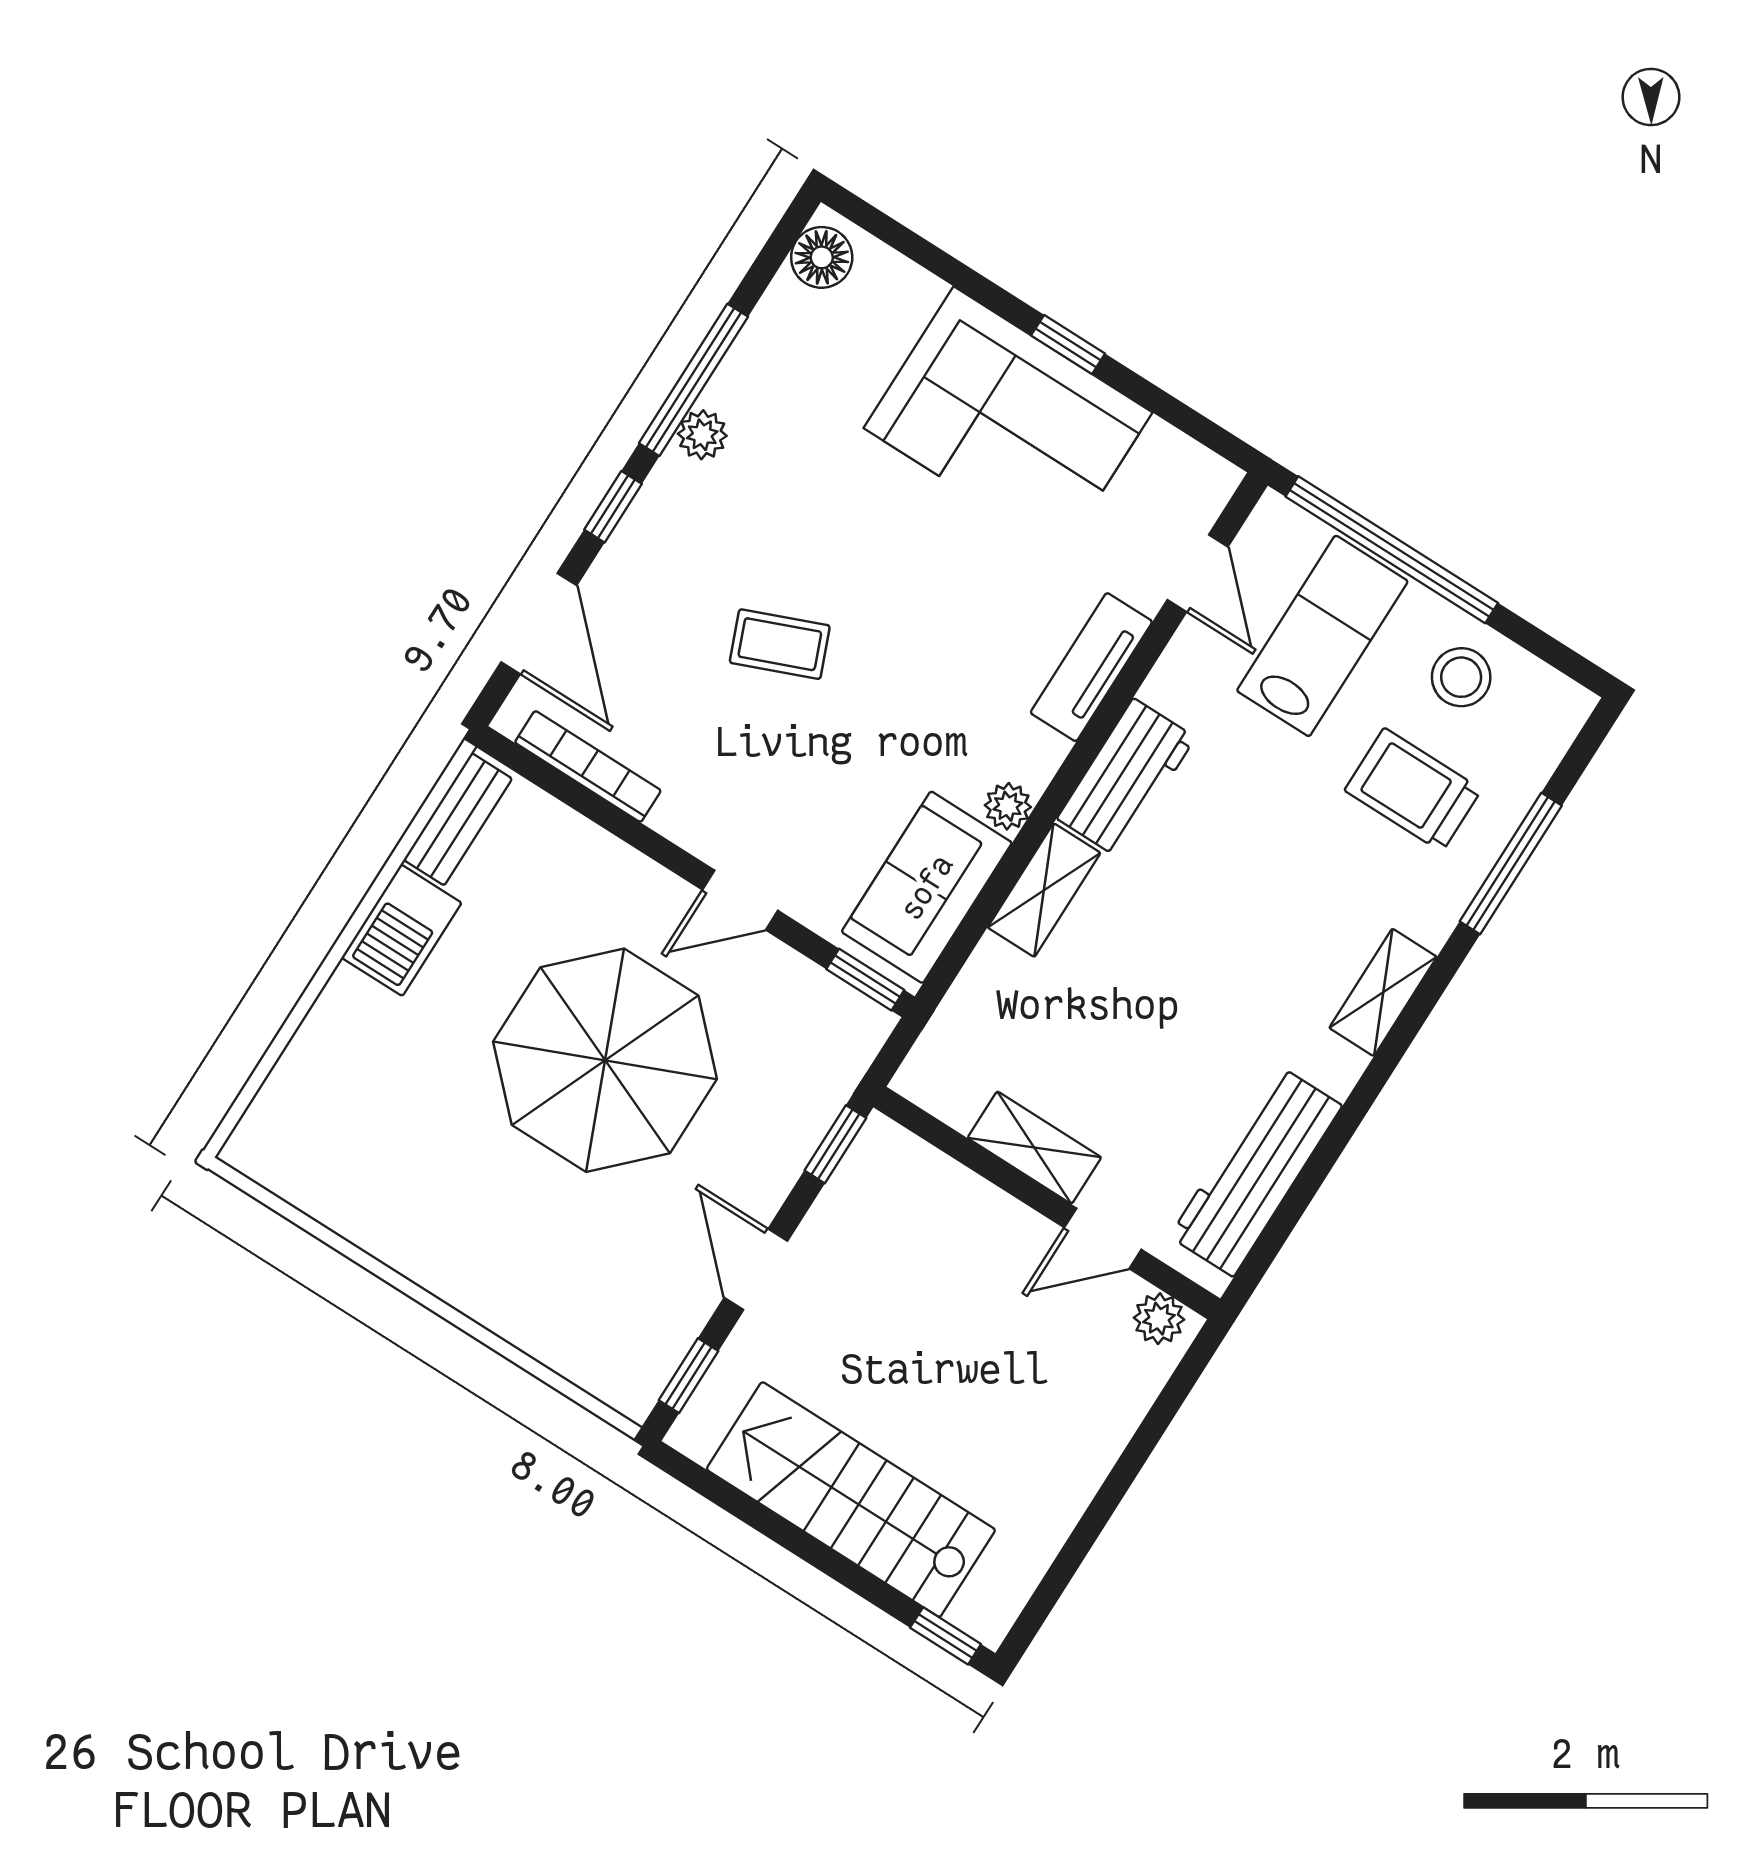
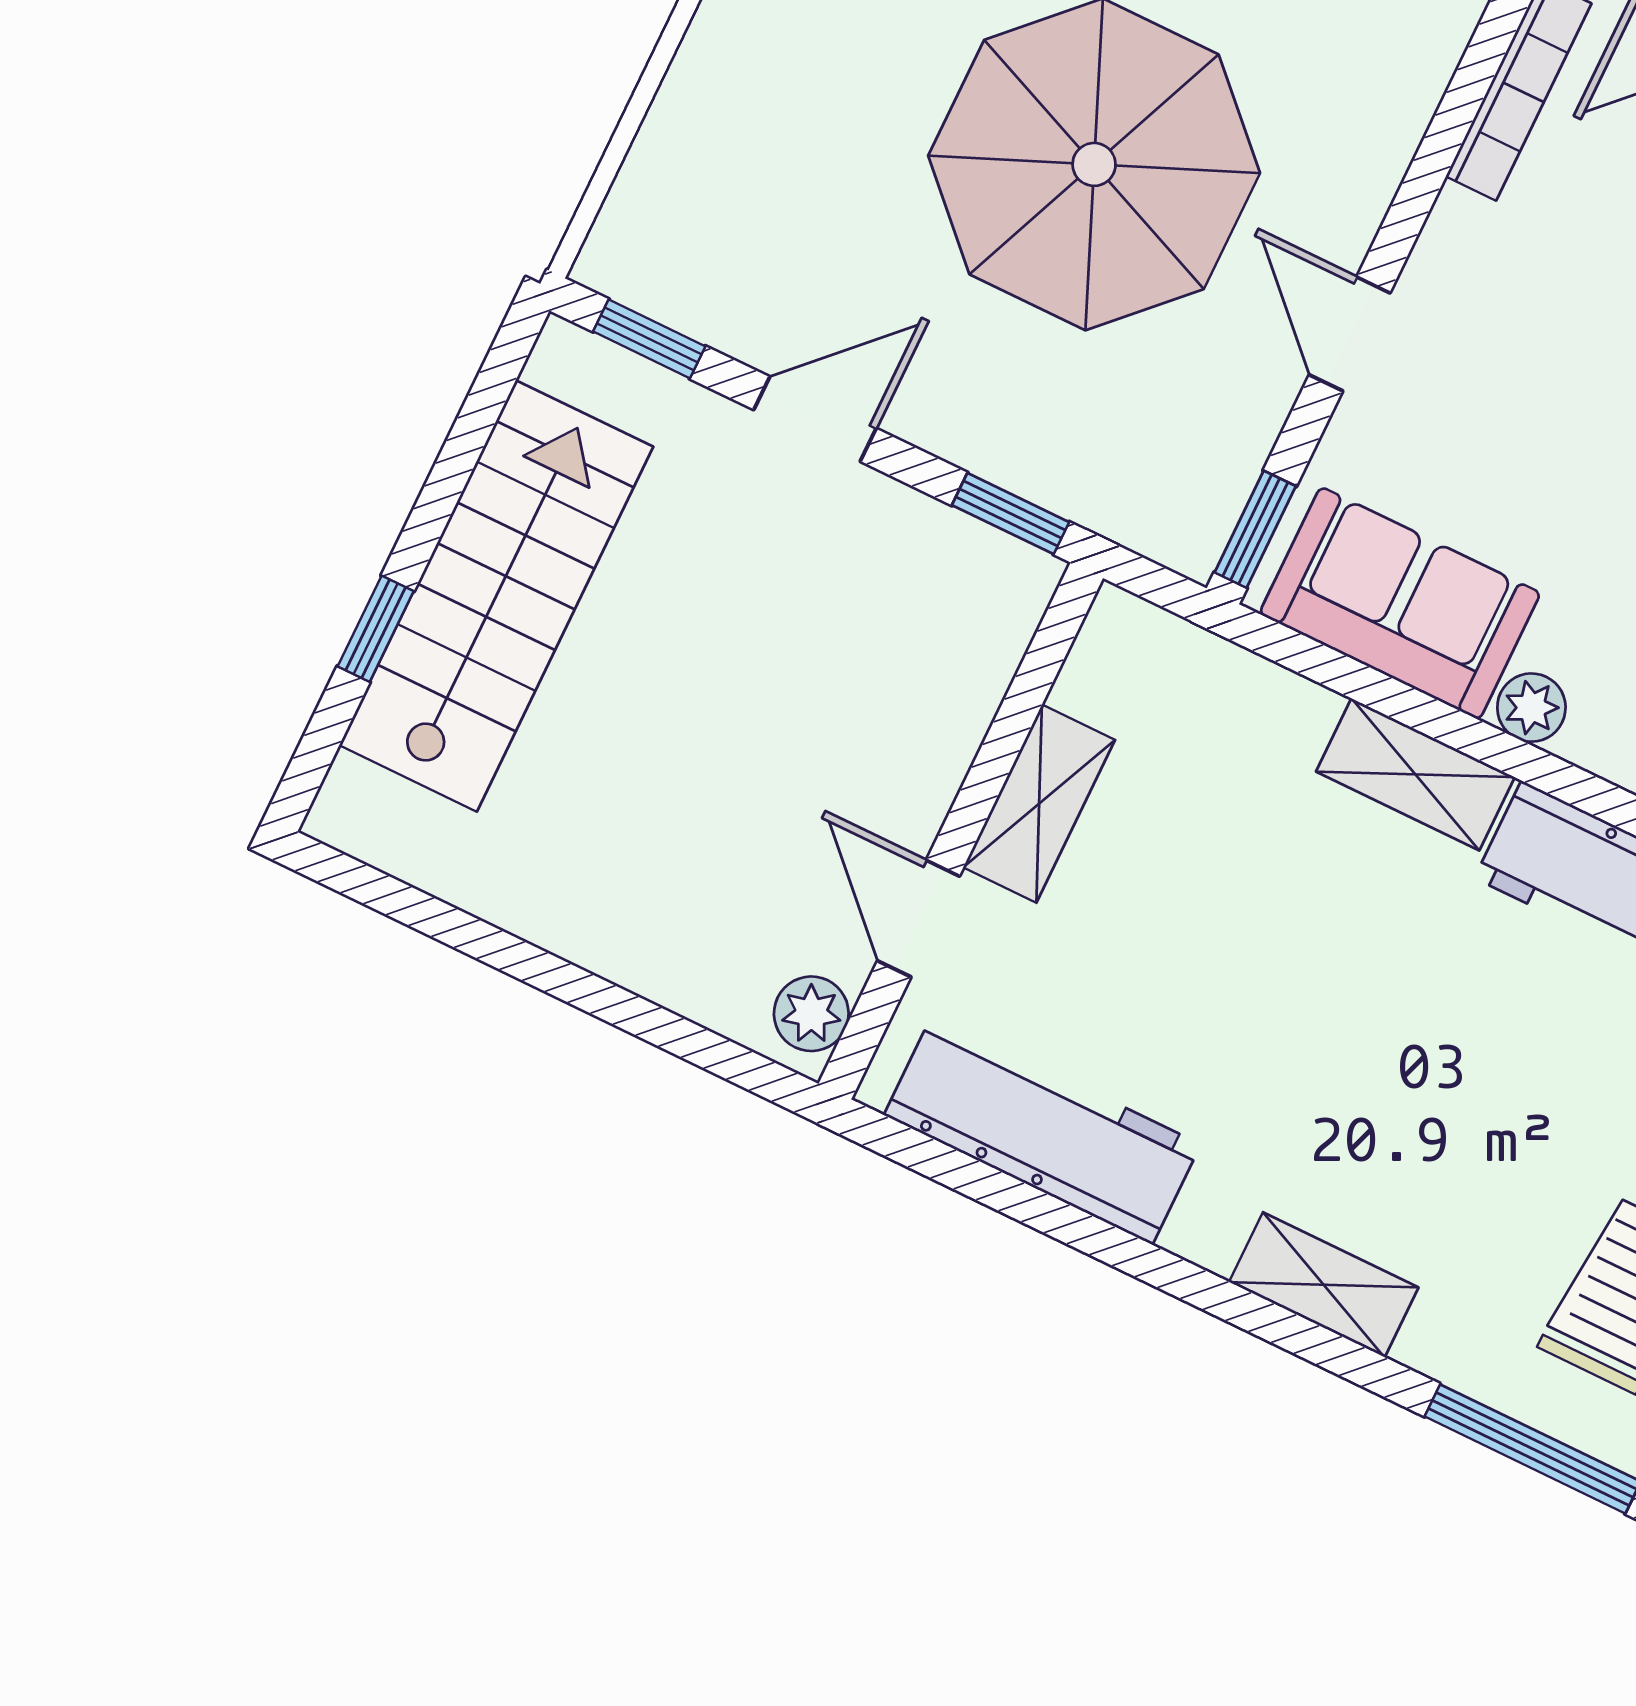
window: (946, 1636) -> (376, 629), moved

